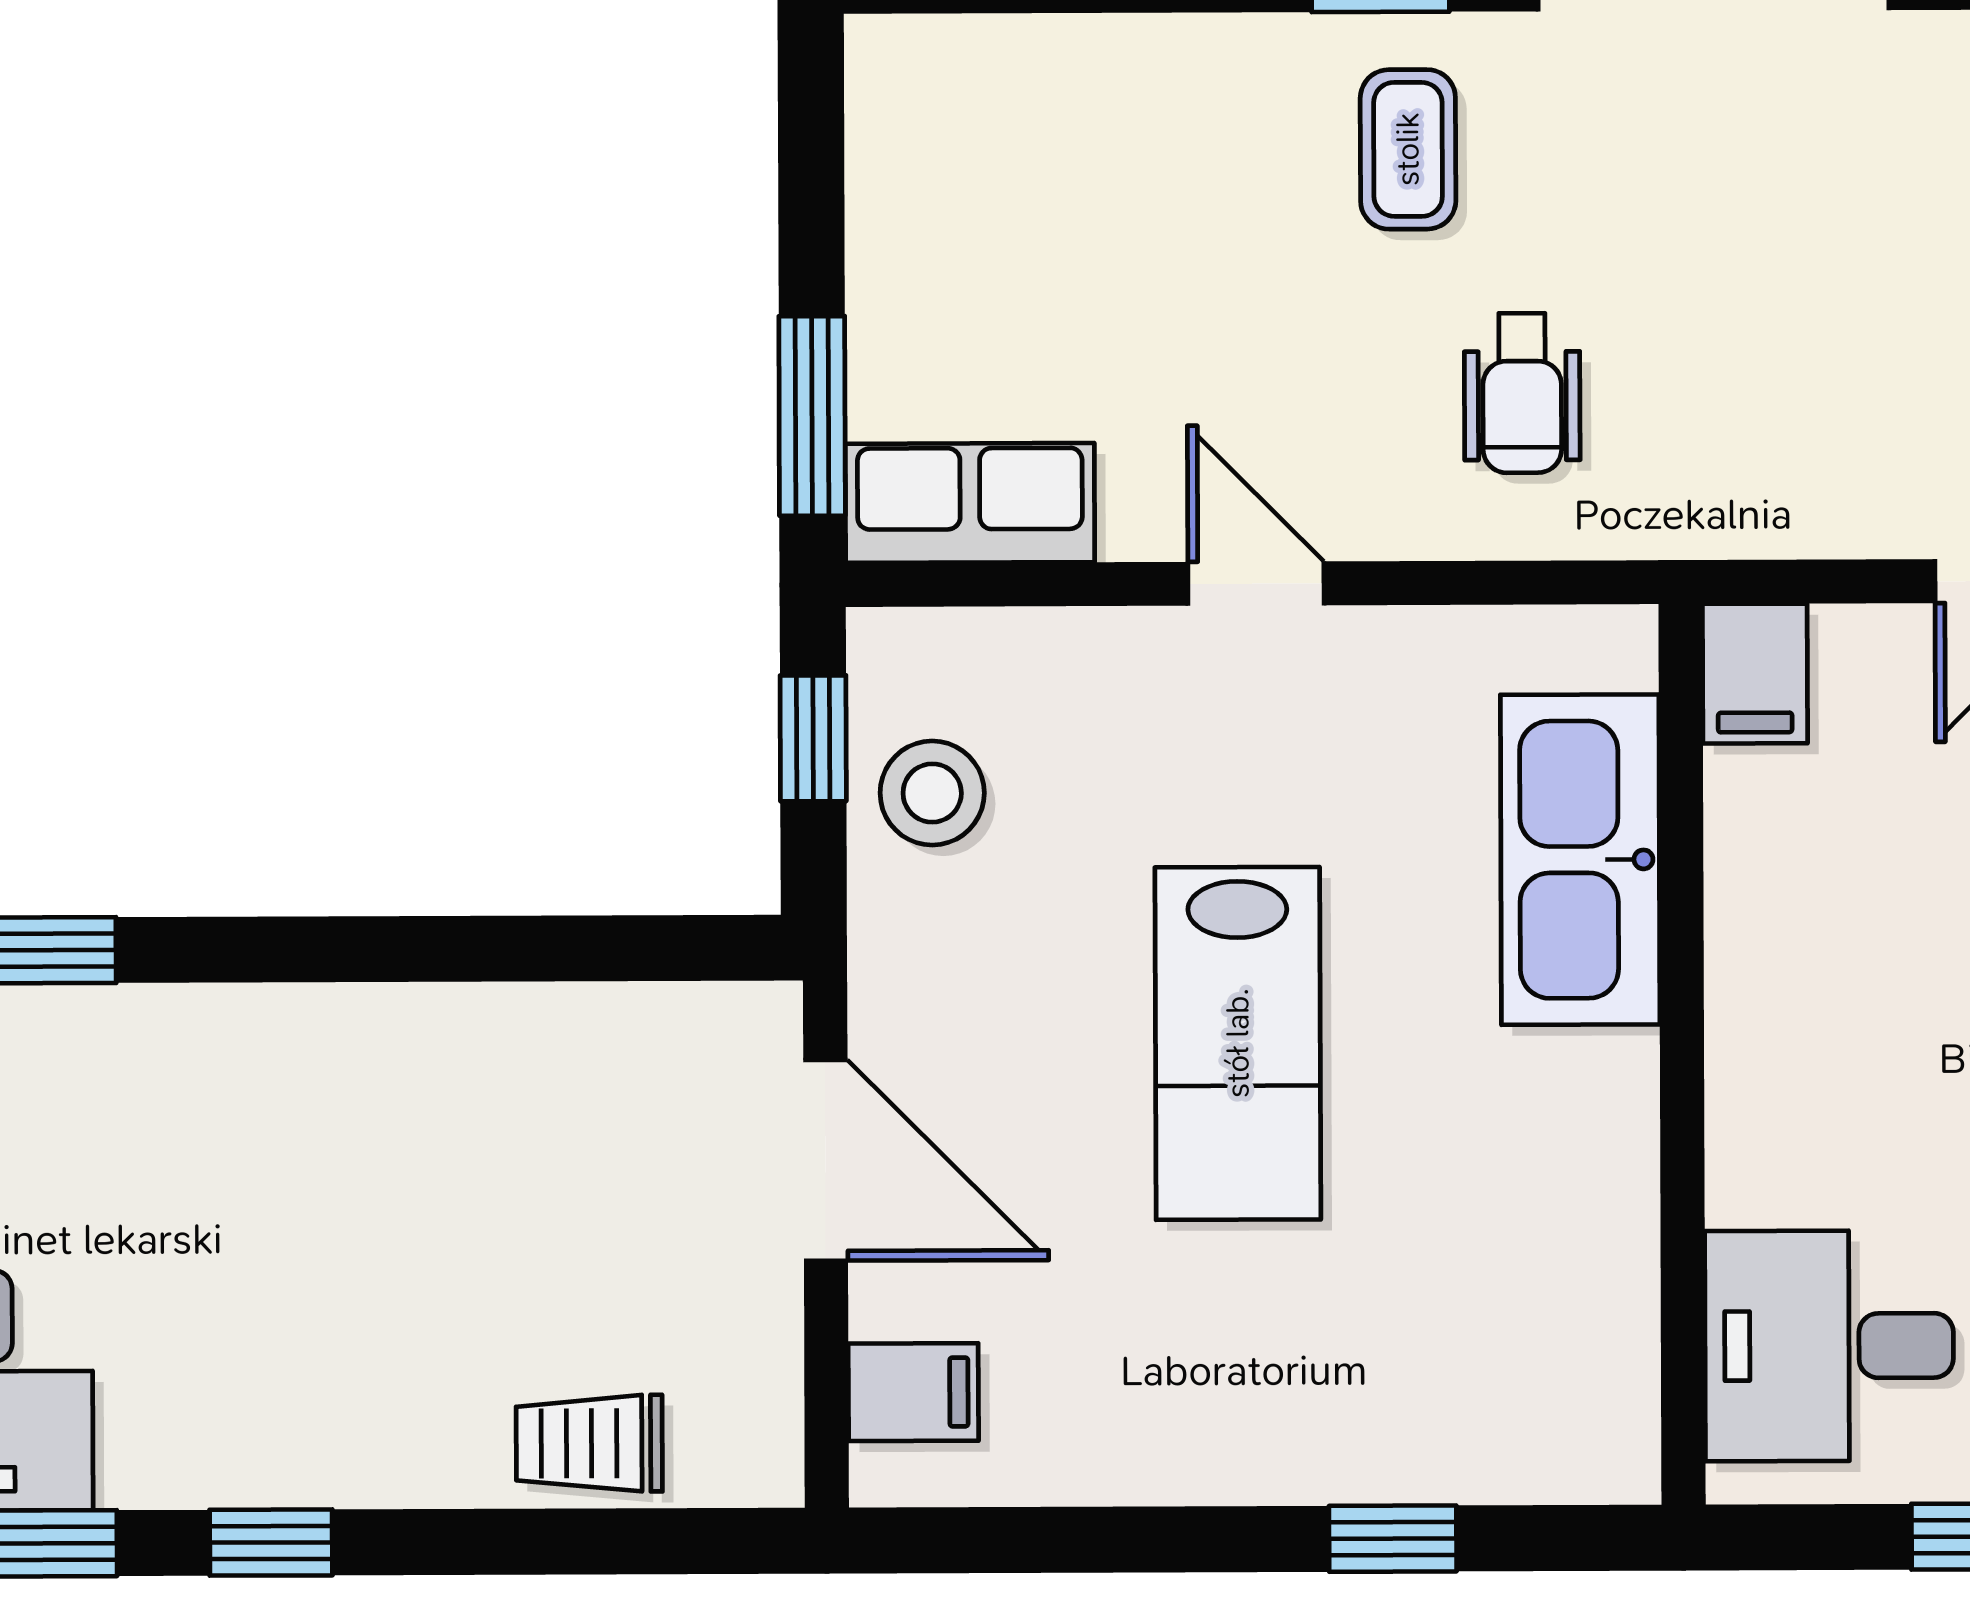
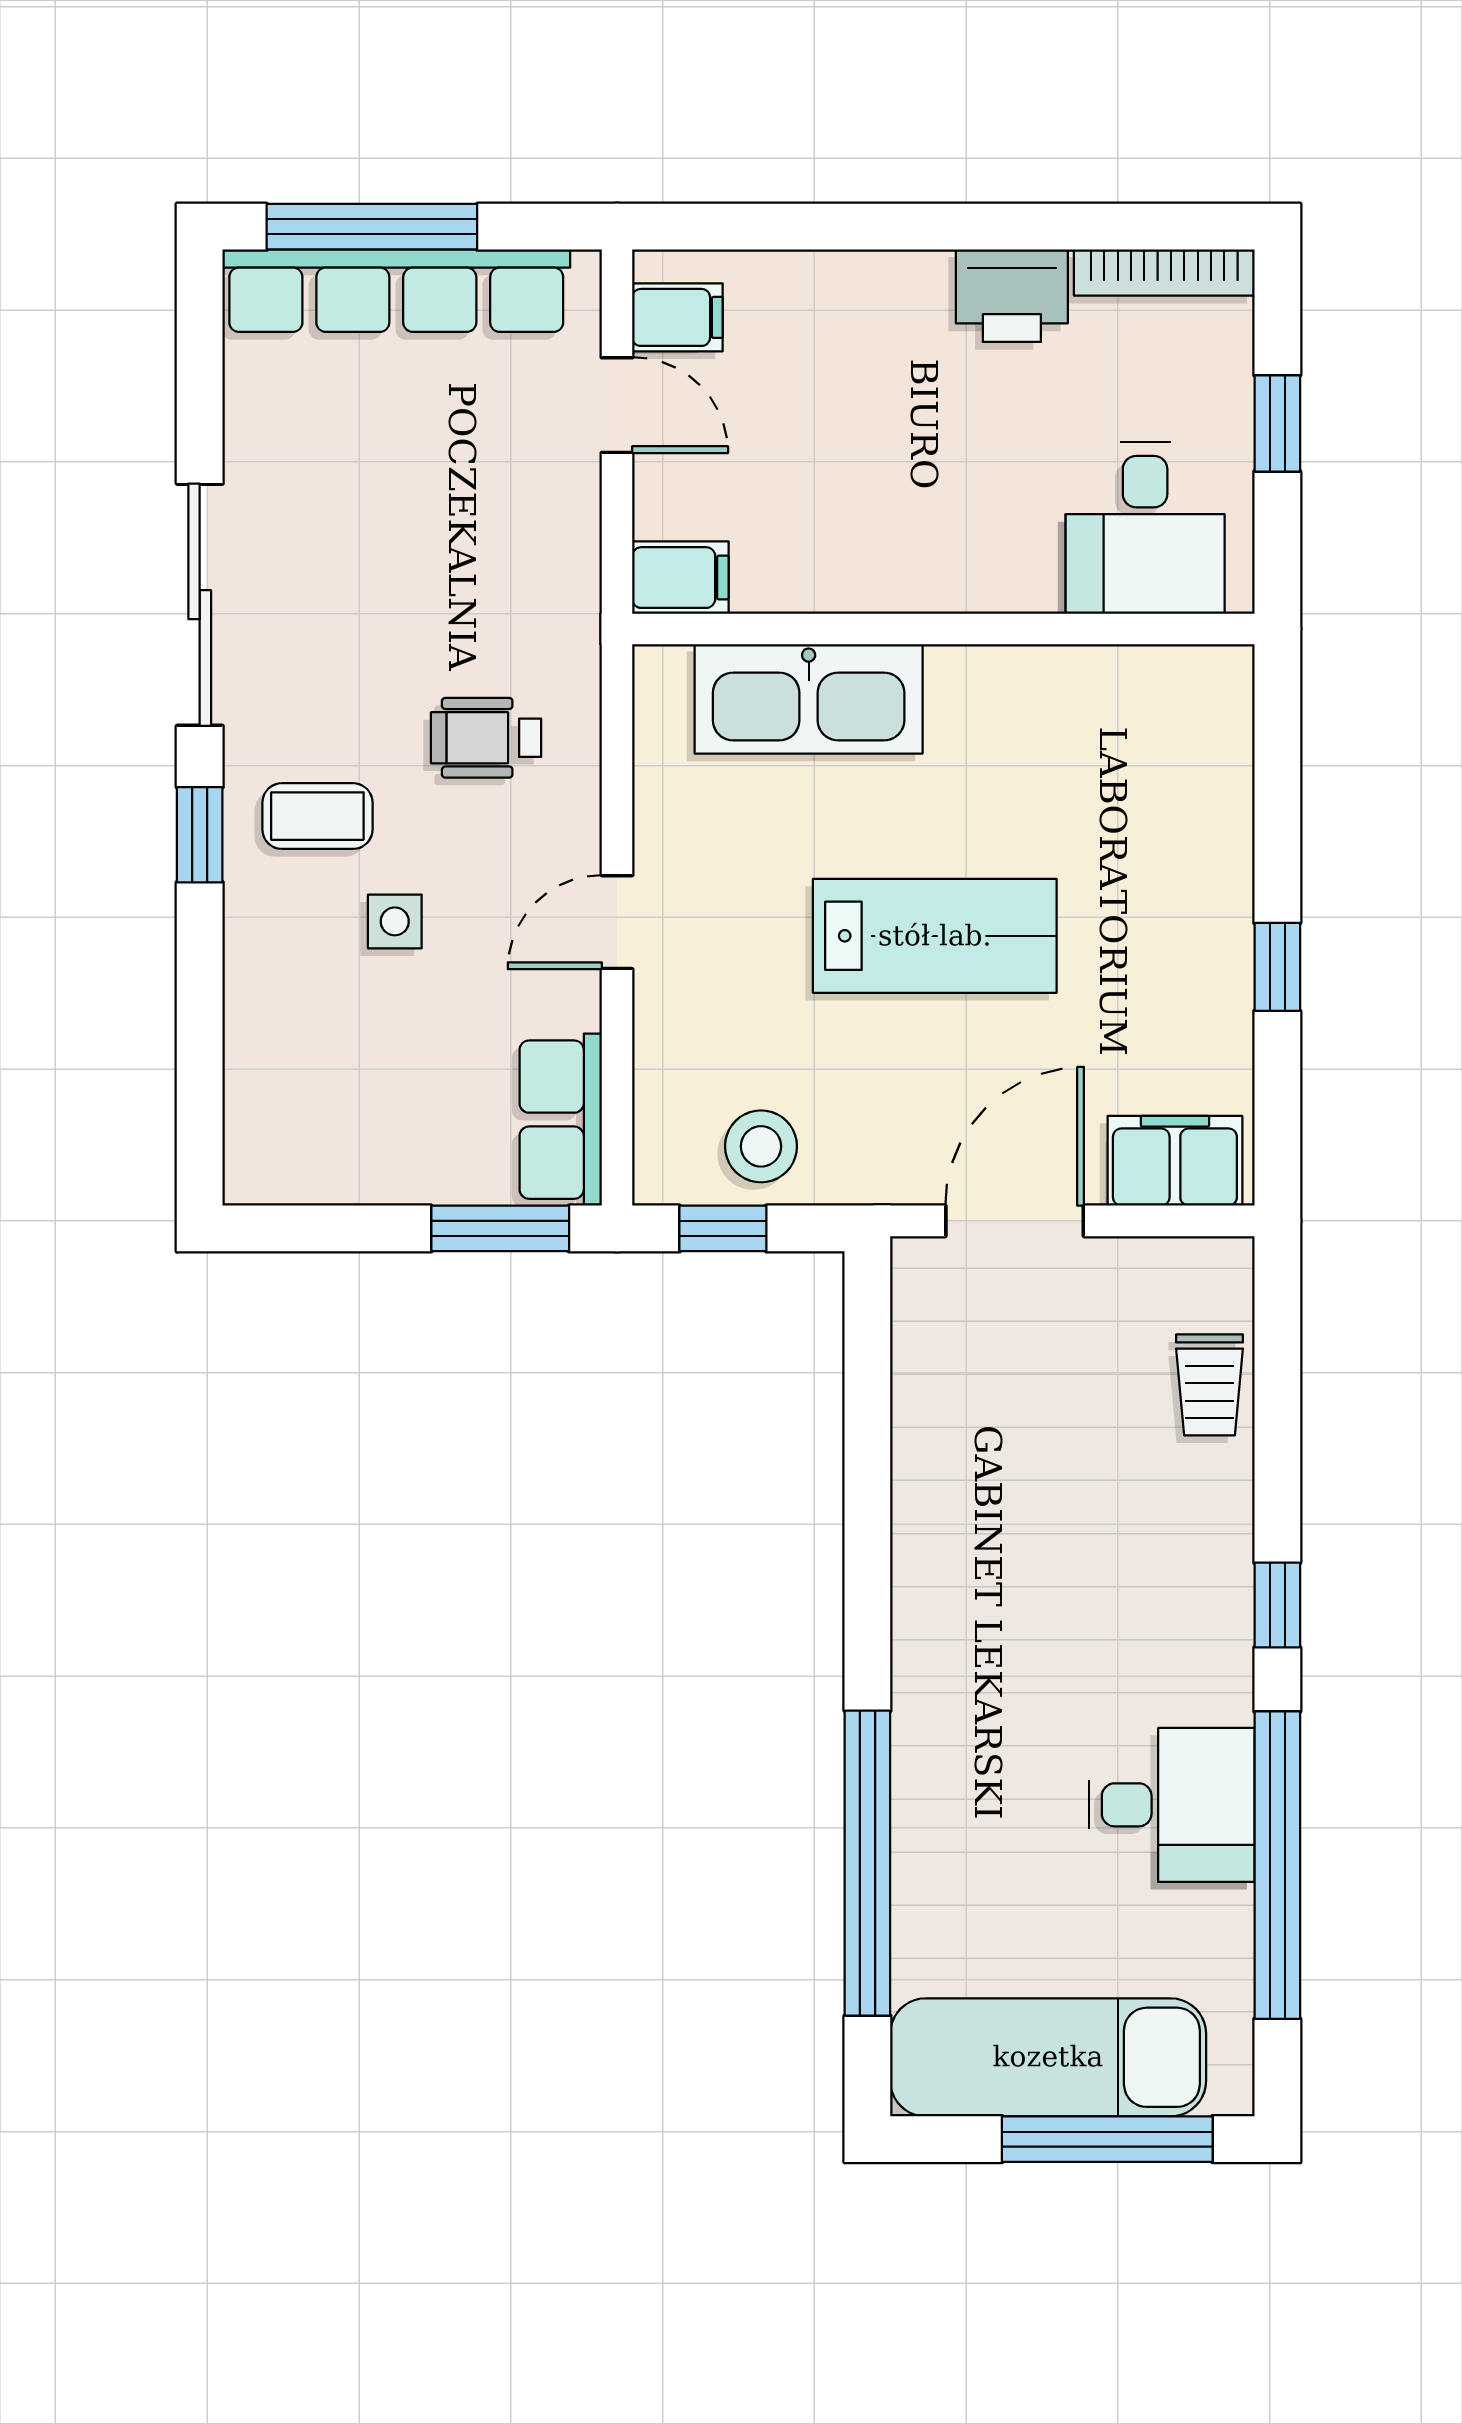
side table: (1256, 262) -> (395, 921), added
wheelchair: (1522, 393) -> (486, 738), turned 180
filing cabinet: (913, 1392) -> (1175, 1161), width x2.00
window: (1393, 1539) -> (1277, 967), moved

